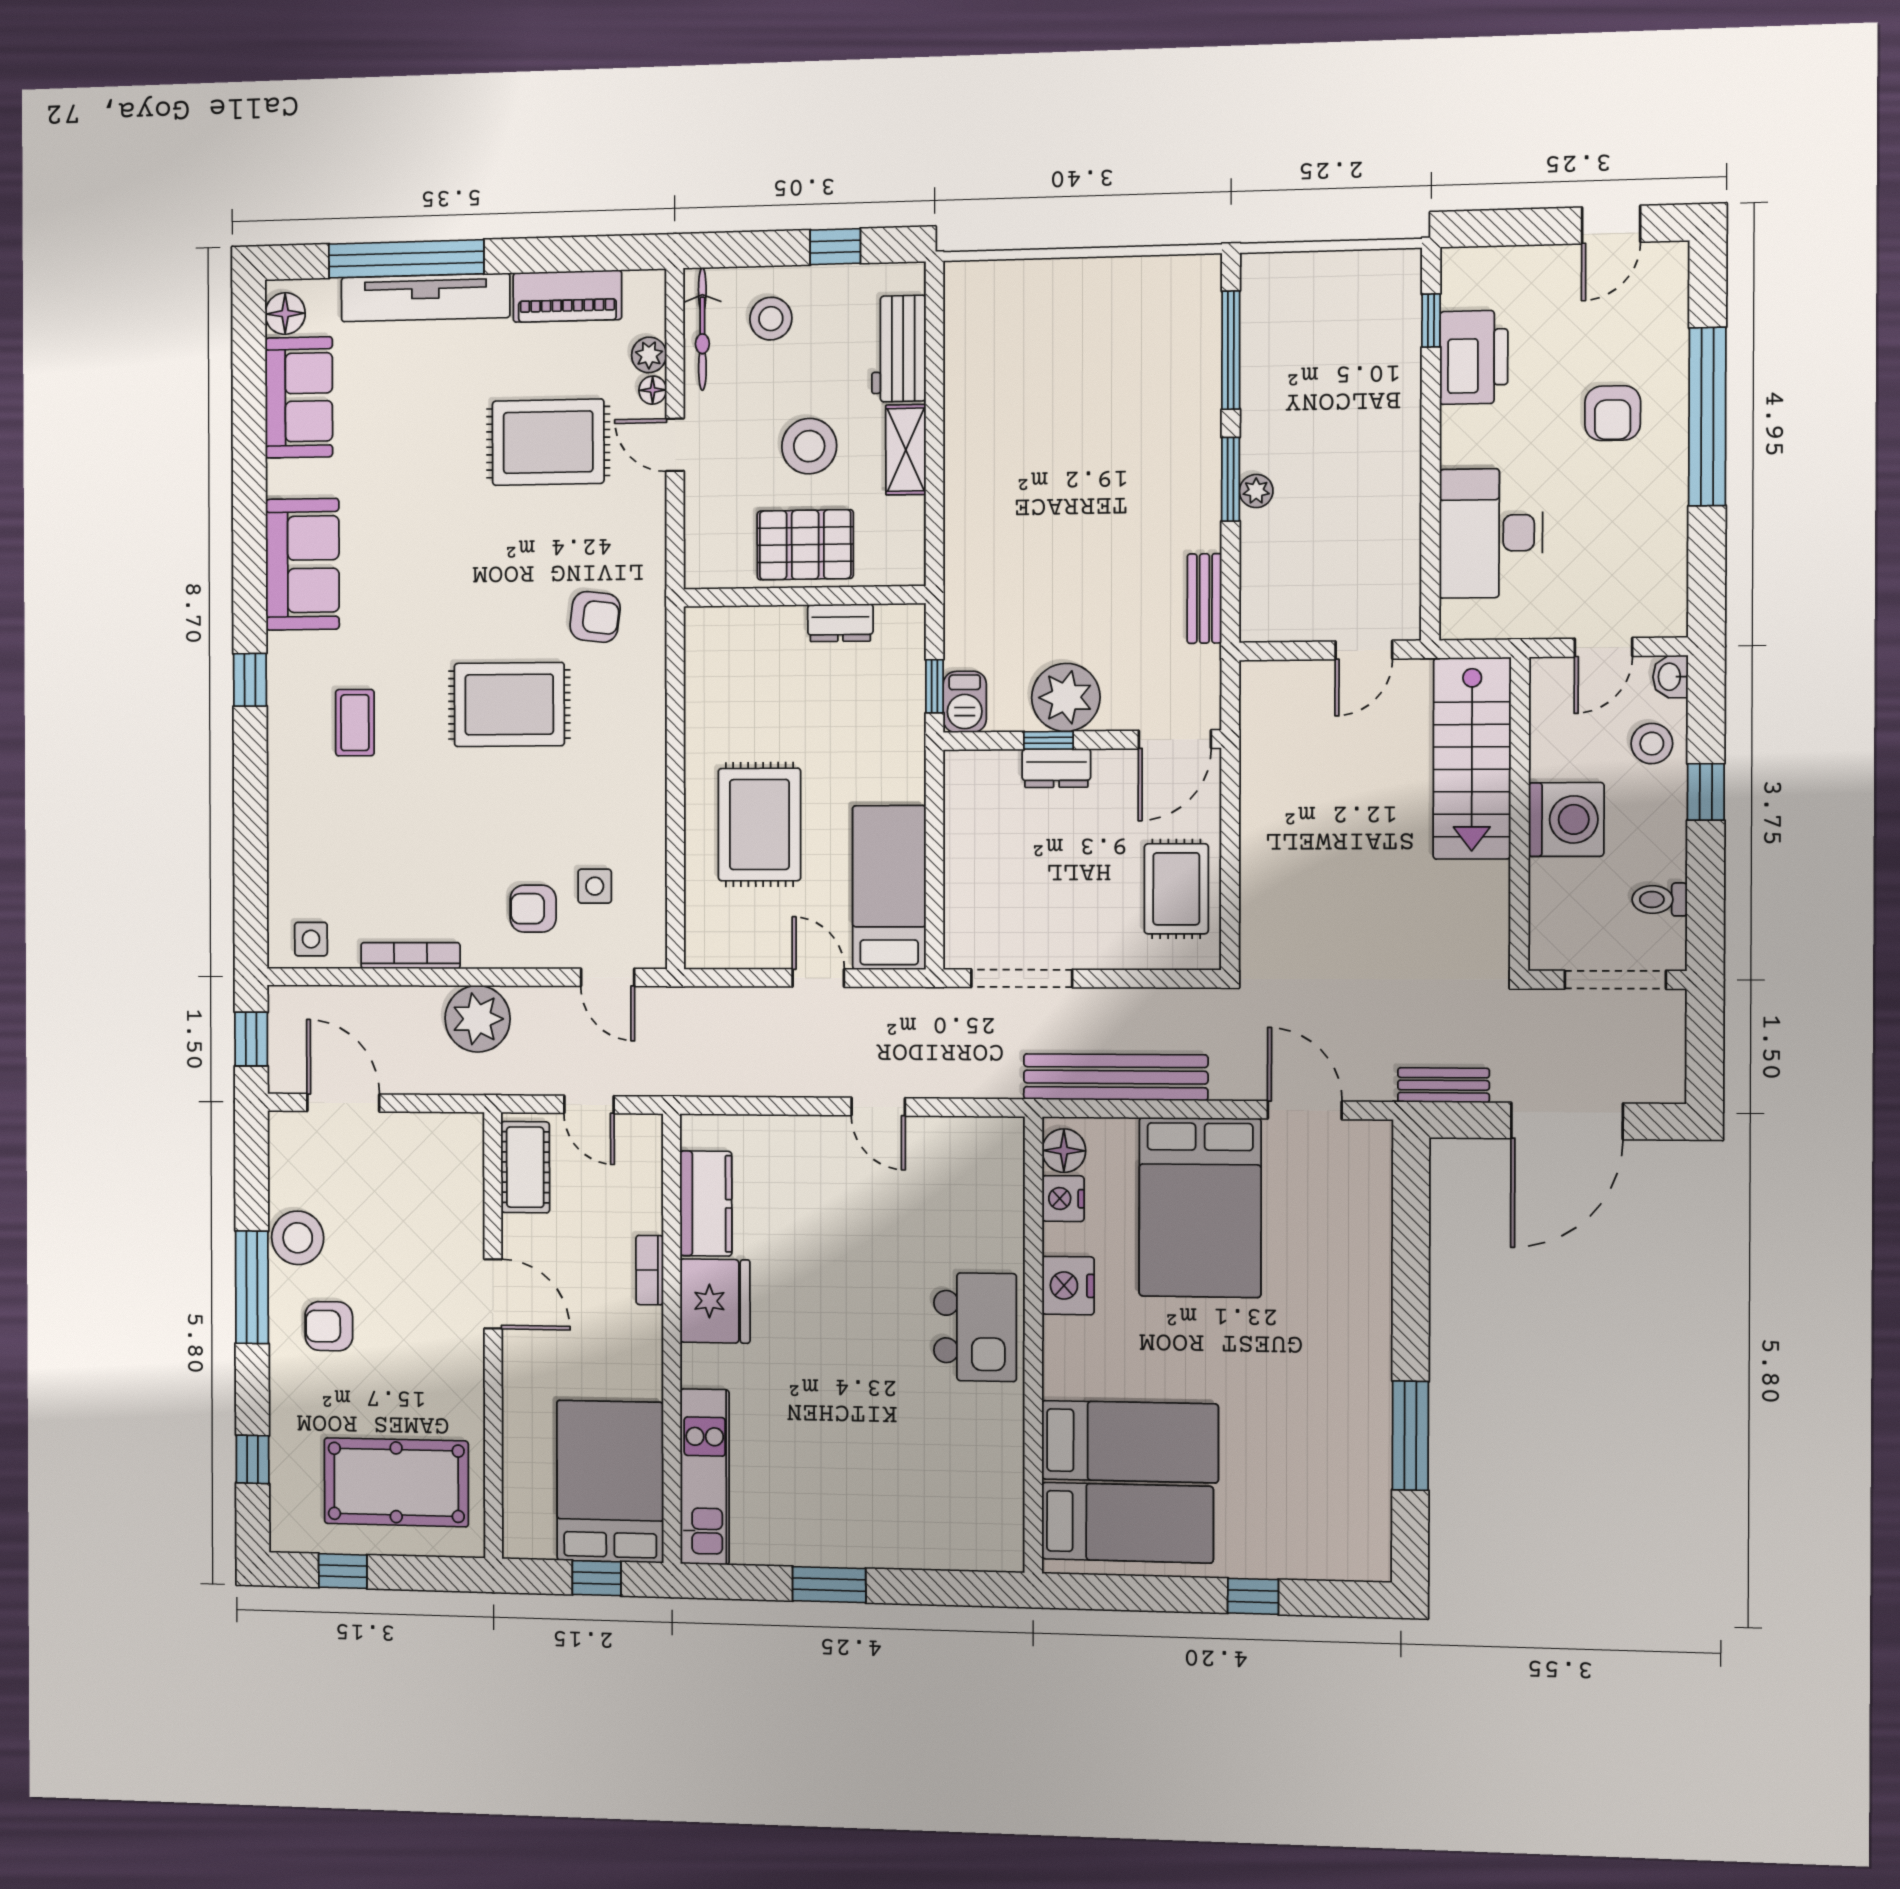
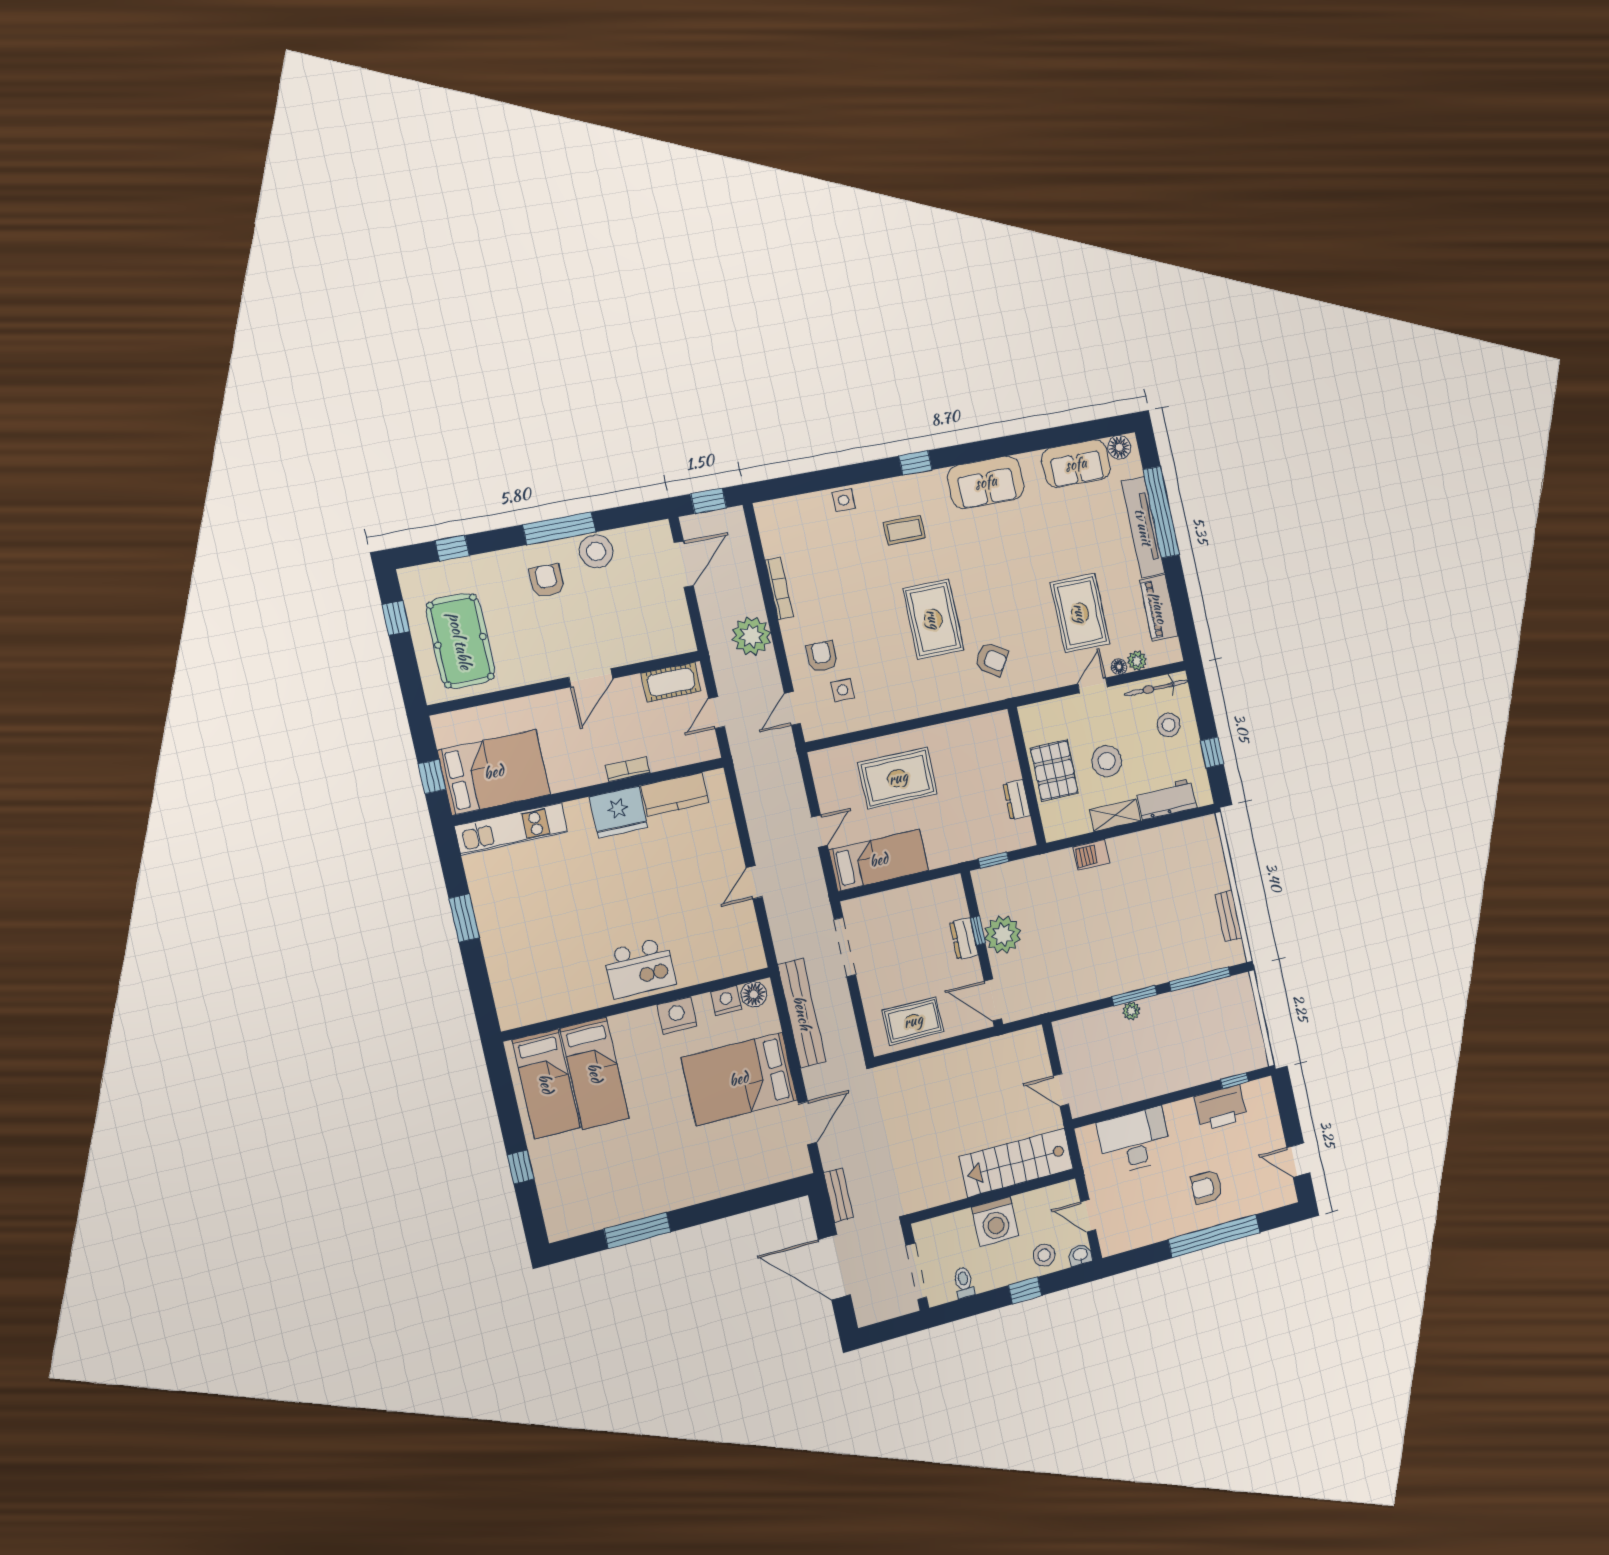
bench: (1204, 598) -> (1229, 916), moved, turned 90
armchair: (595, 617) -> (992, 659), turned -65
barbecue: (965, 702) -> (1091, 855), moved
side table: (311, 939) -> (844, 500), moved

